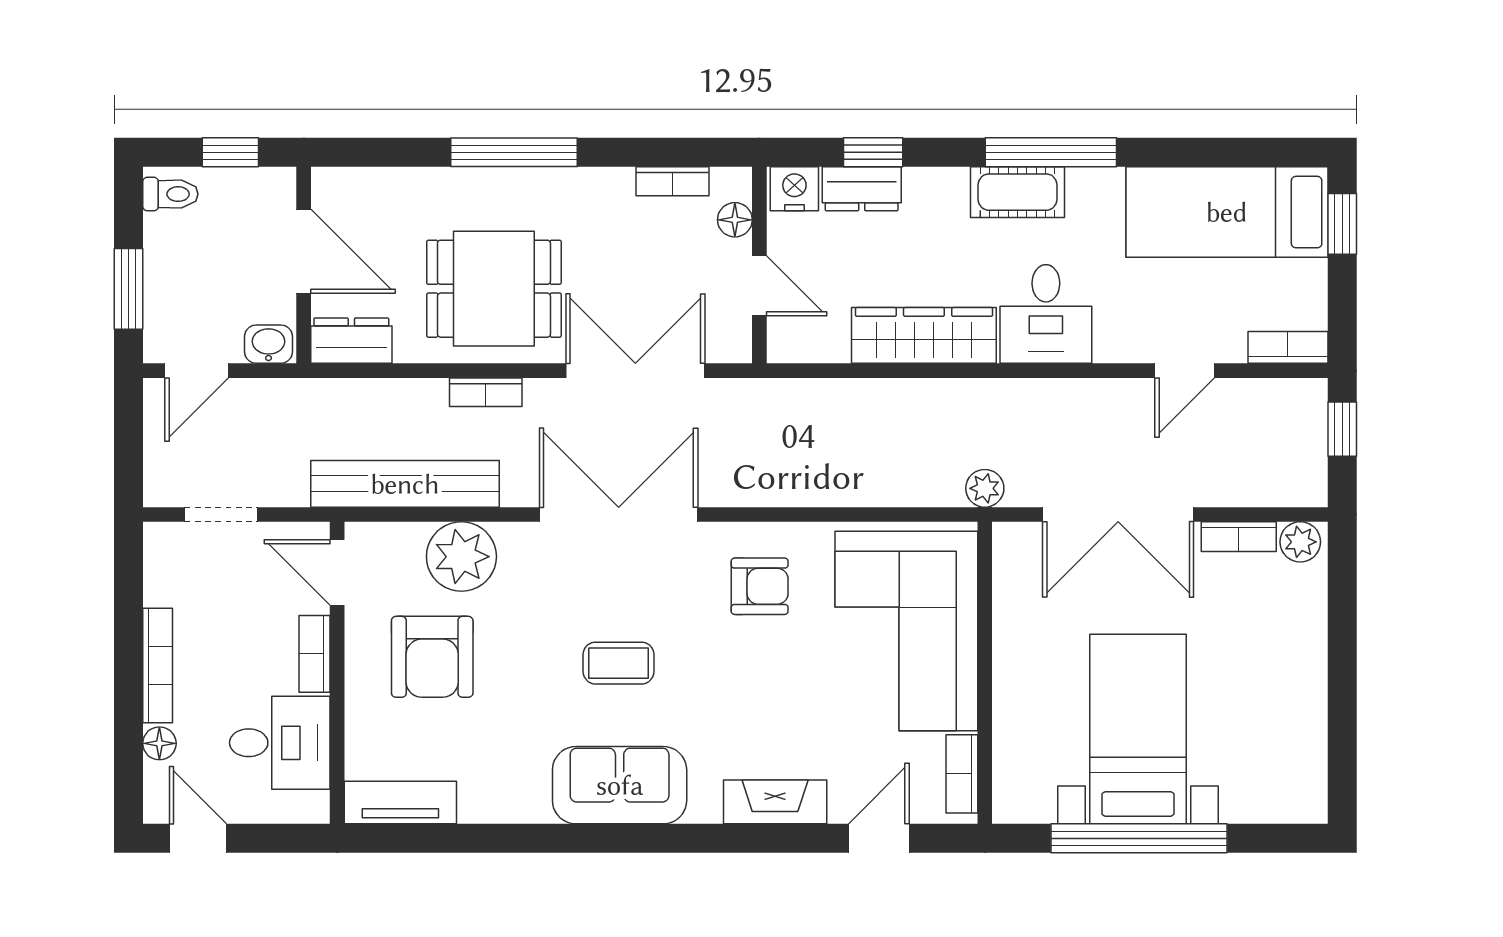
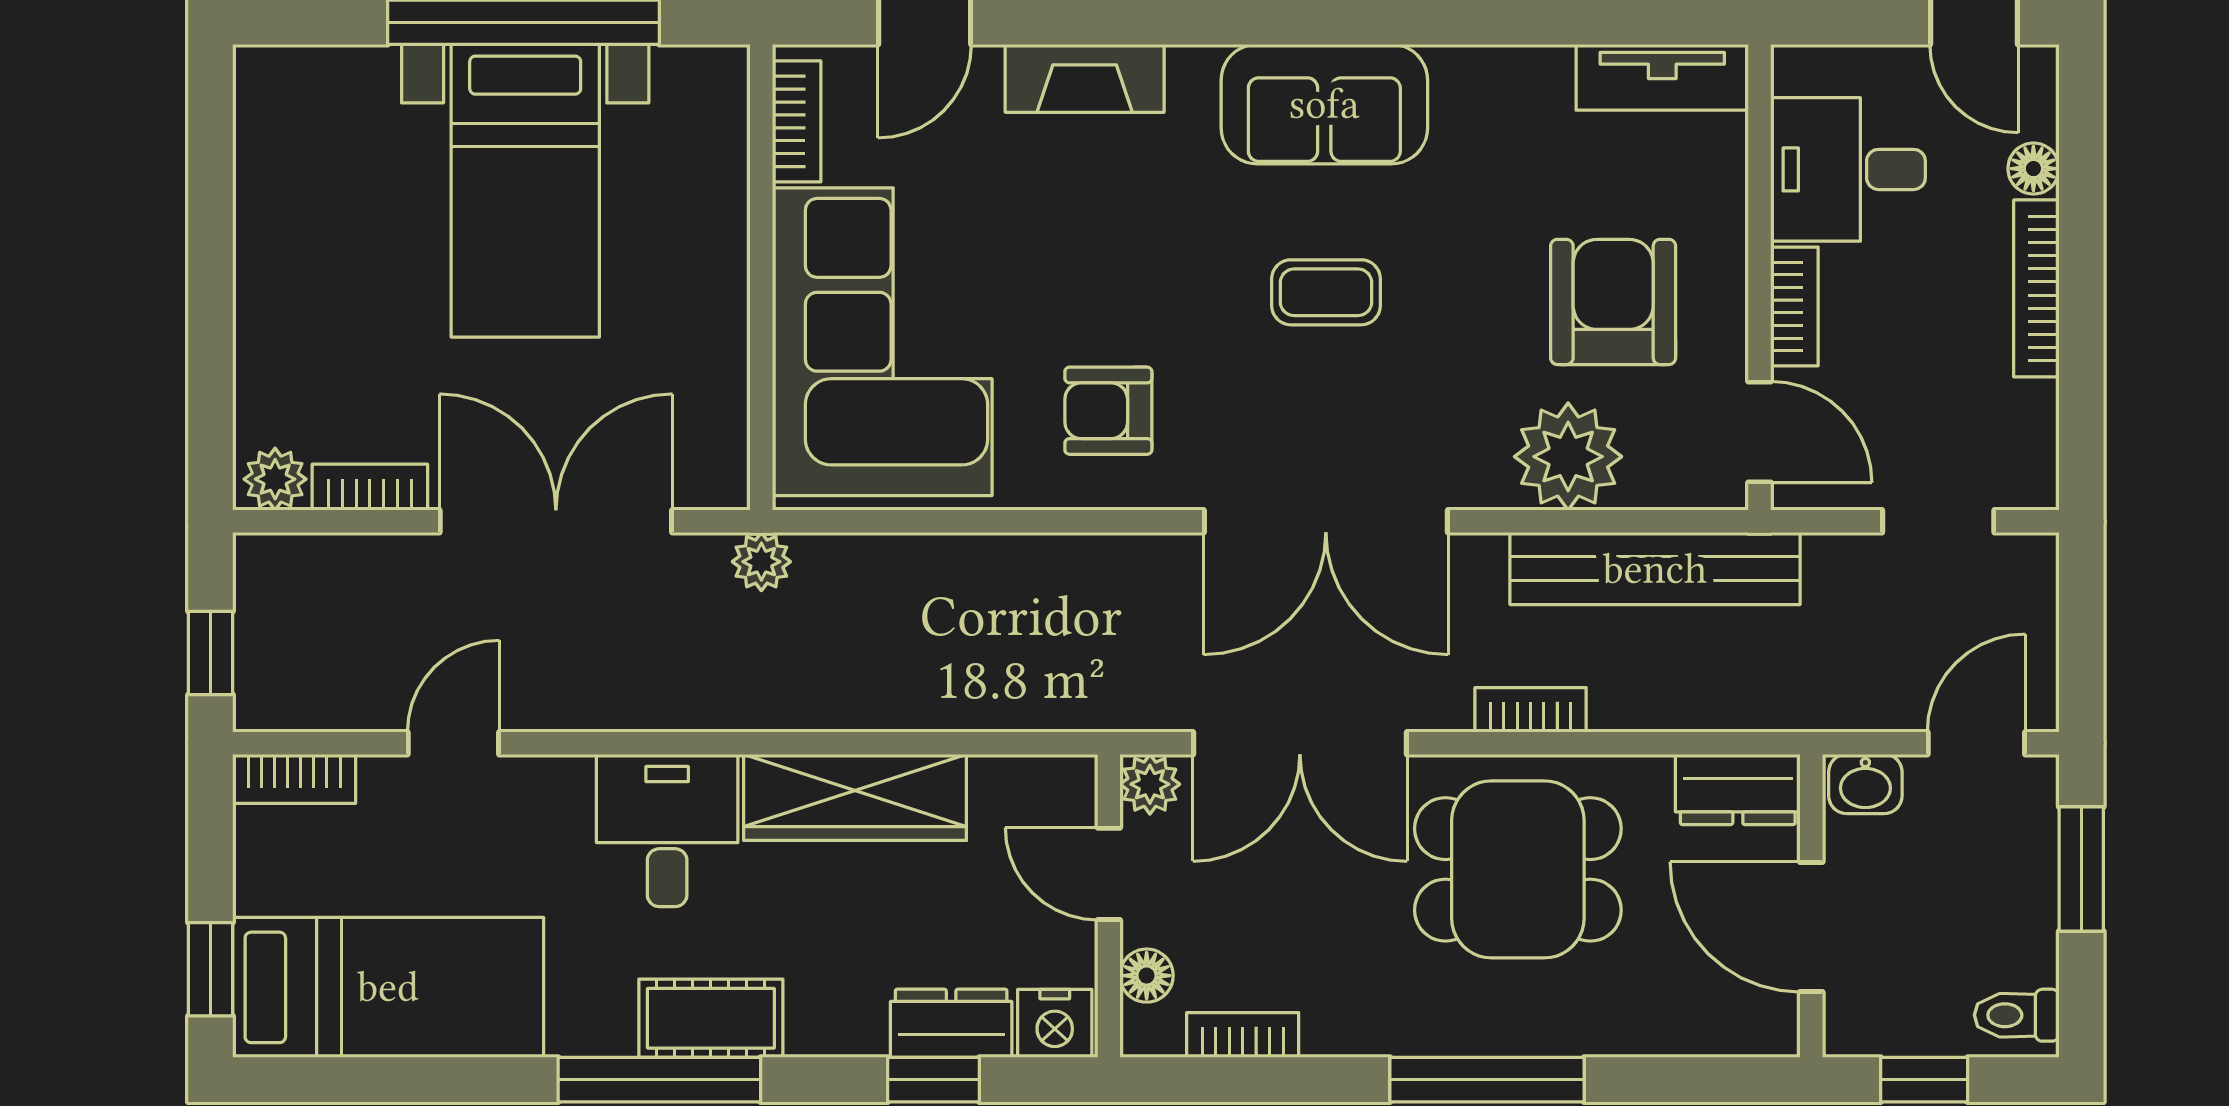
plant: (733, 344) -> (1150, 784), added

